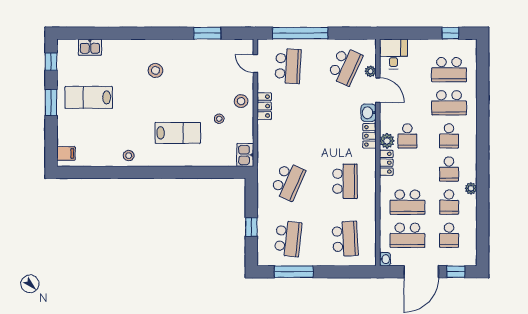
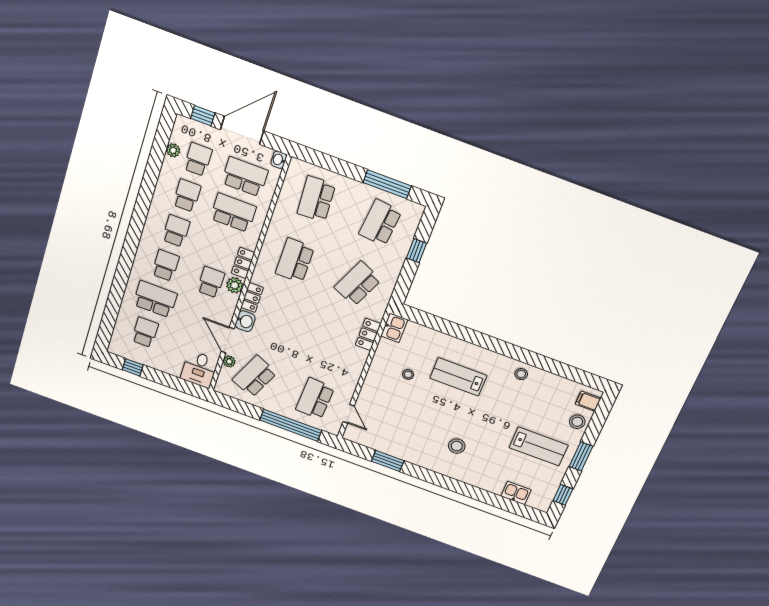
school desk: (449, 70) -> (145, 332), width x0.54
stool: (241, 101) -> (577, 422), moved
locker: (264, 106) -> (368, 334), moved
plant: (471, 188) -> (173, 150), moved

